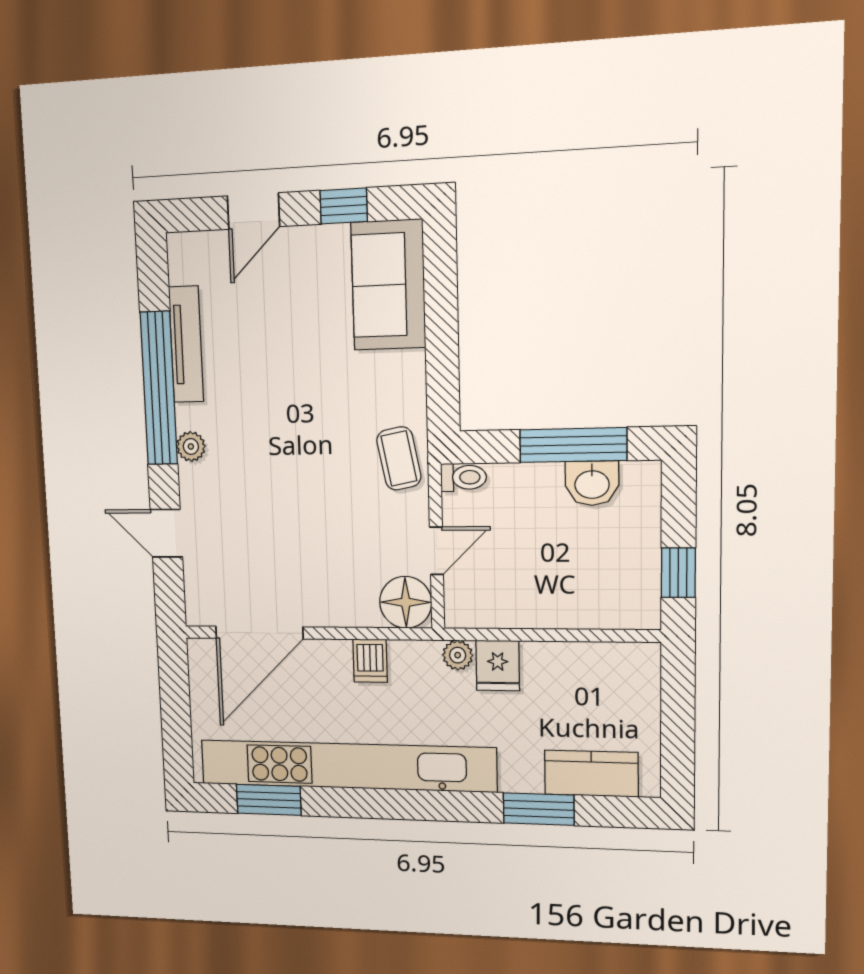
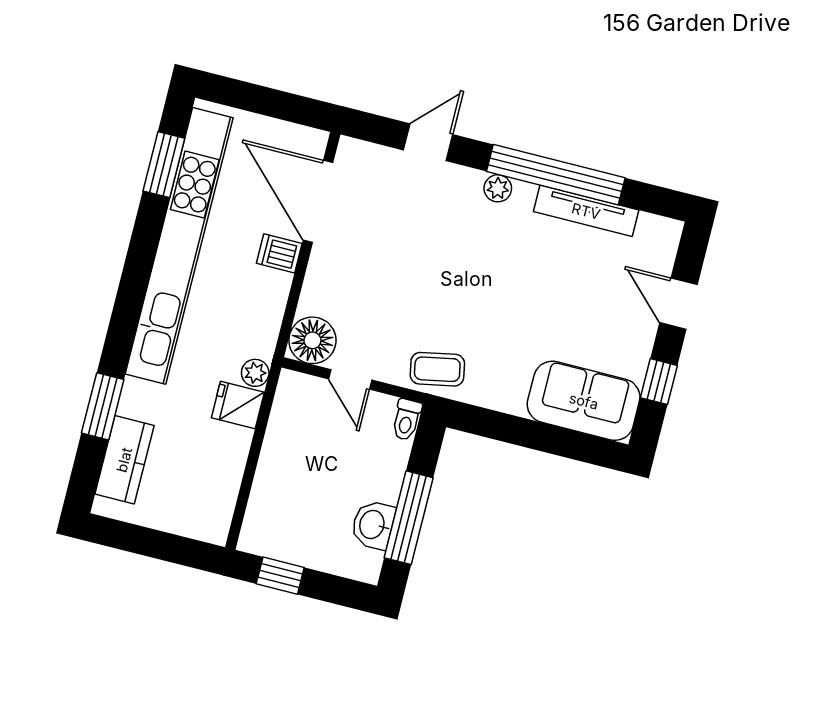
dishwasher: (370, 661) -> (279, 253), moved

